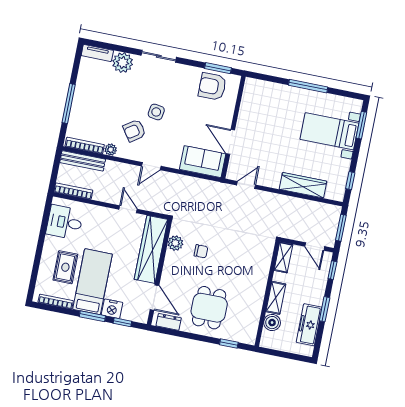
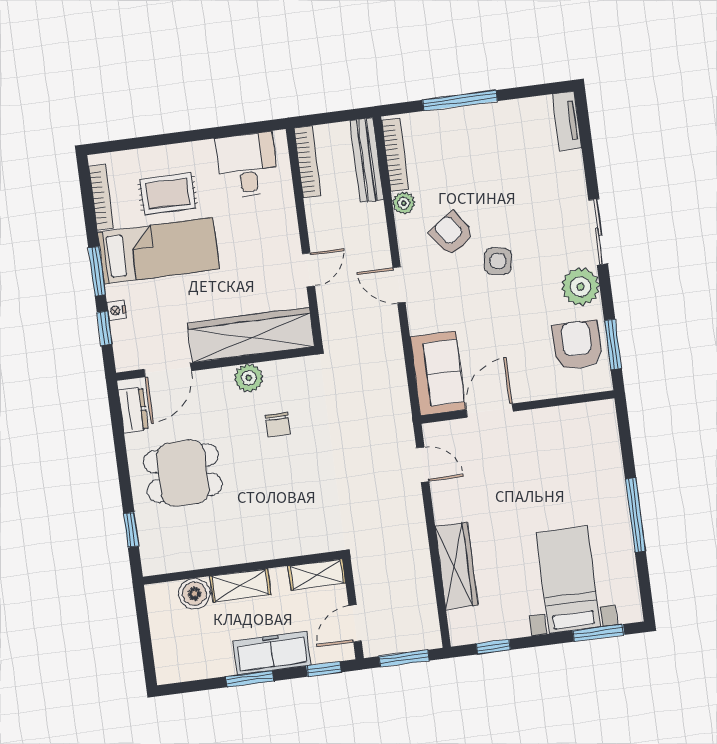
plant: (123, 63) -> (580, 287), moved
plant: (175, 243) -> (249, 378), moved
nightstand: (112, 309) -> (117, 311), width x0.53, depth x0.56
freezer: (309, 325) -> (272, 653), moved

